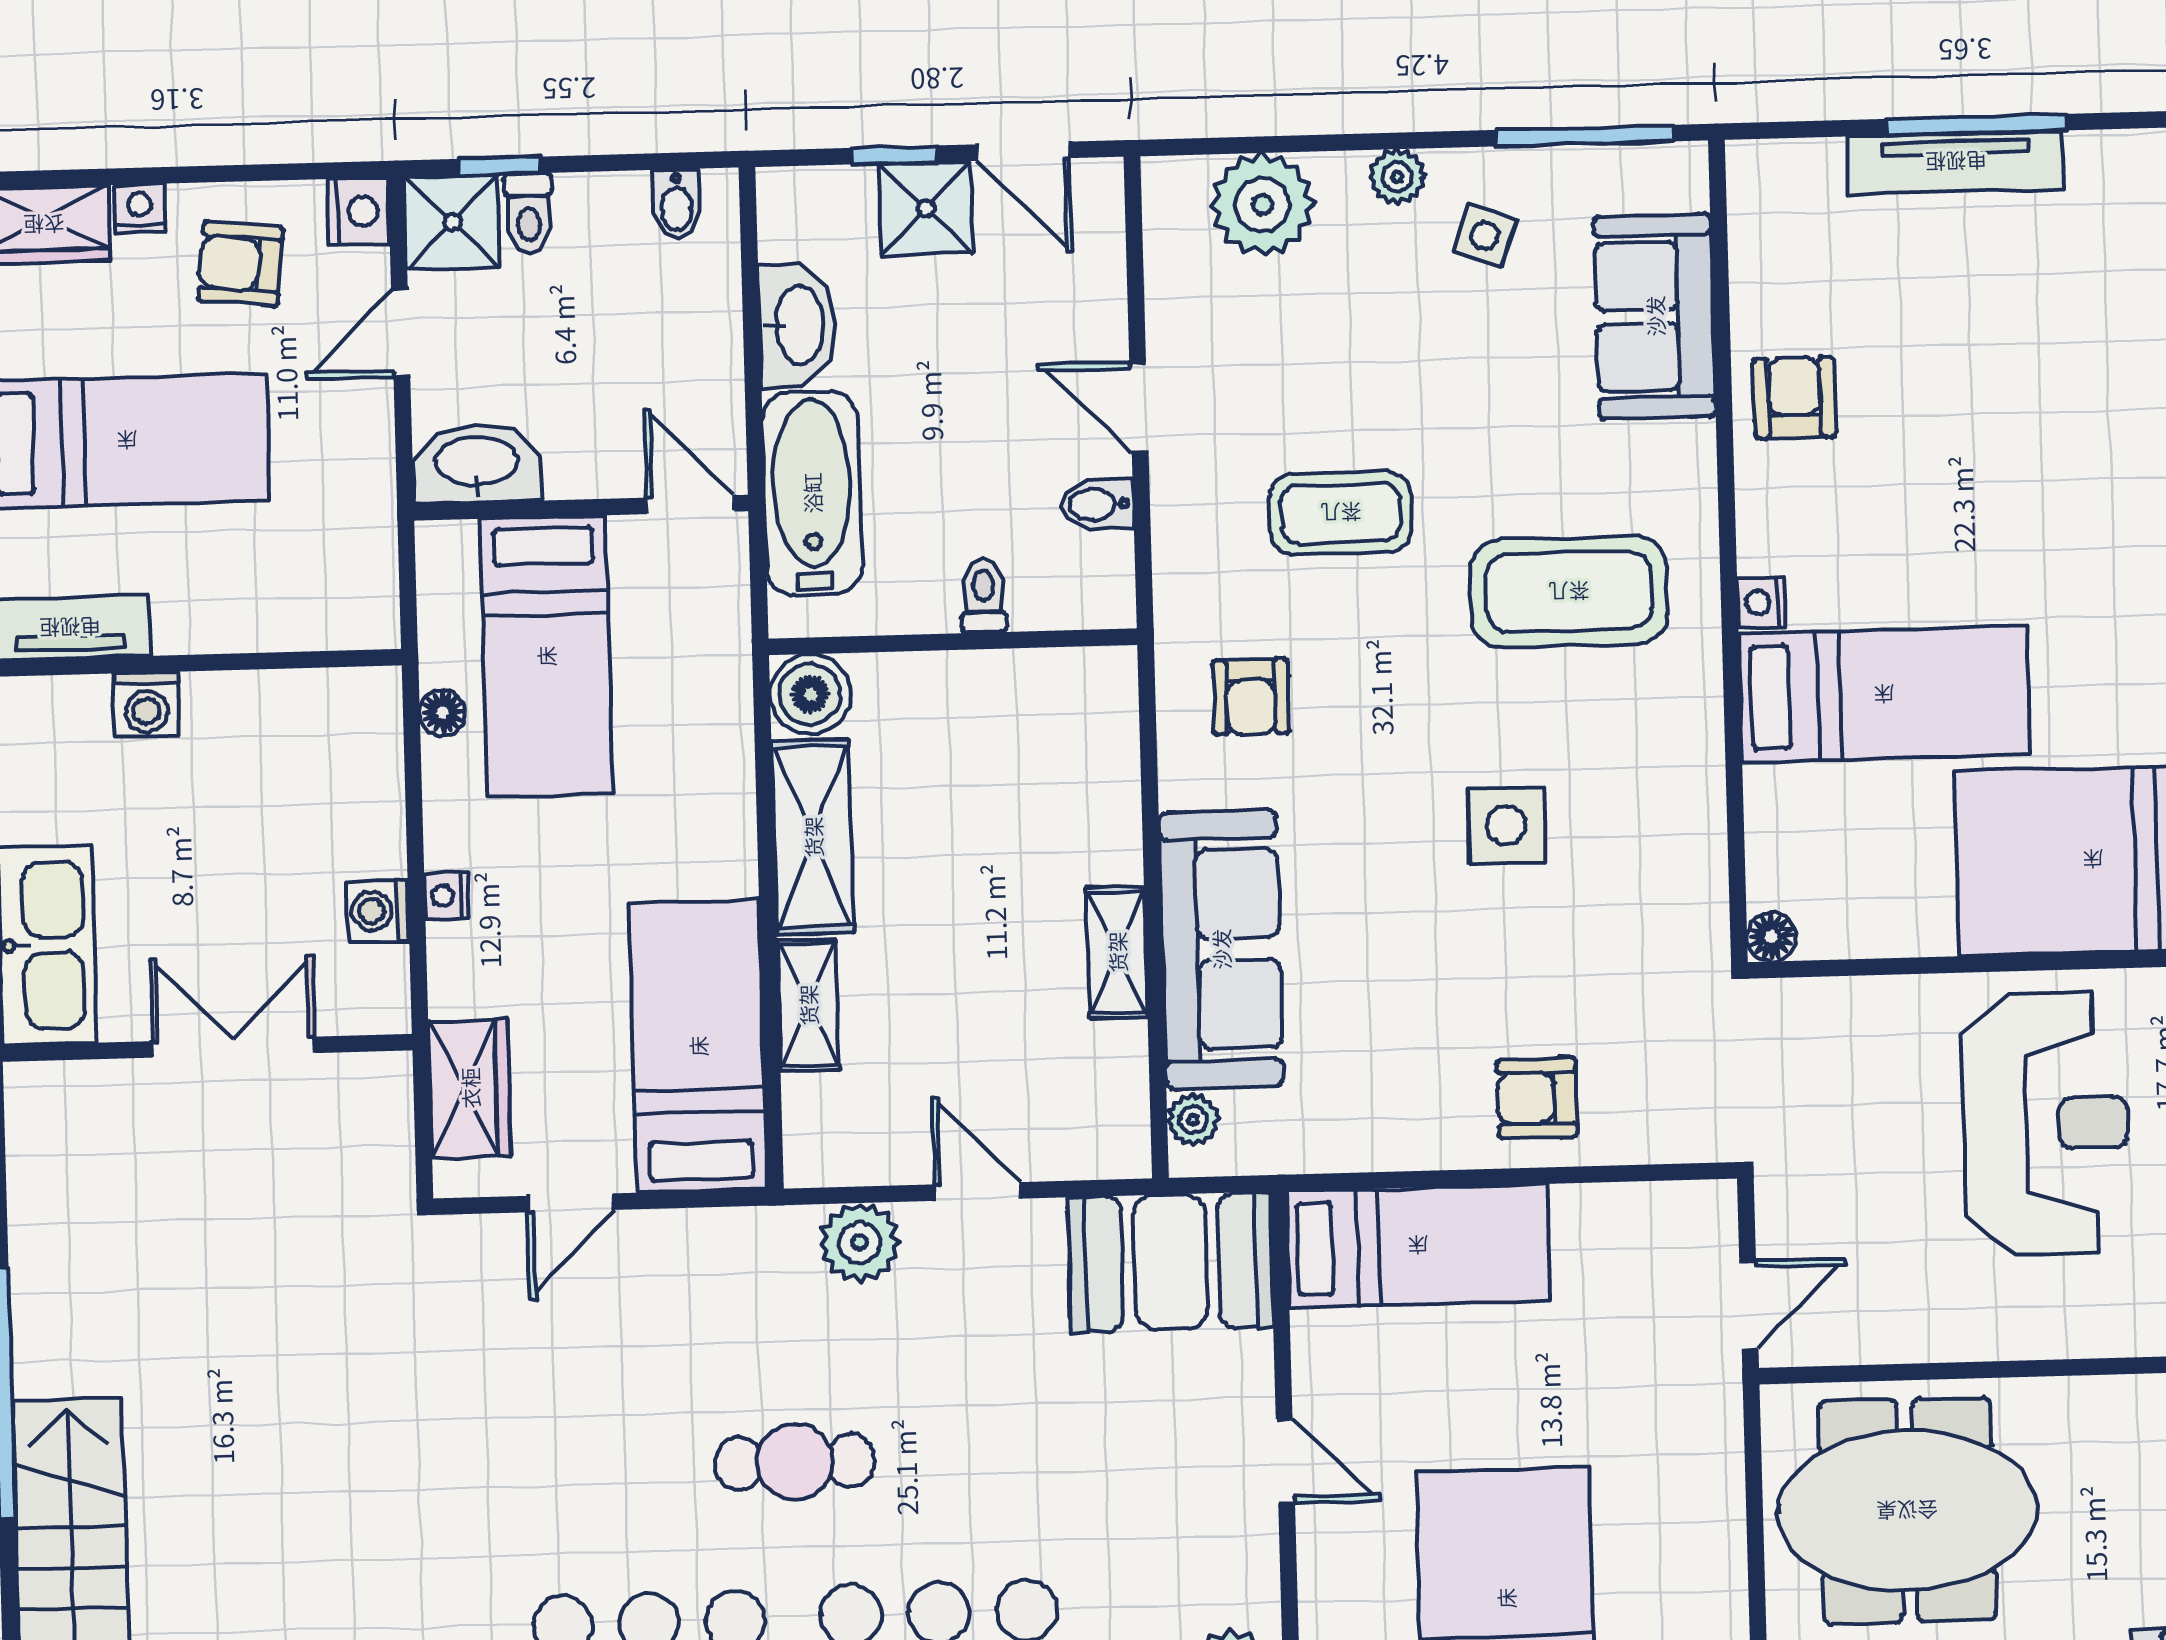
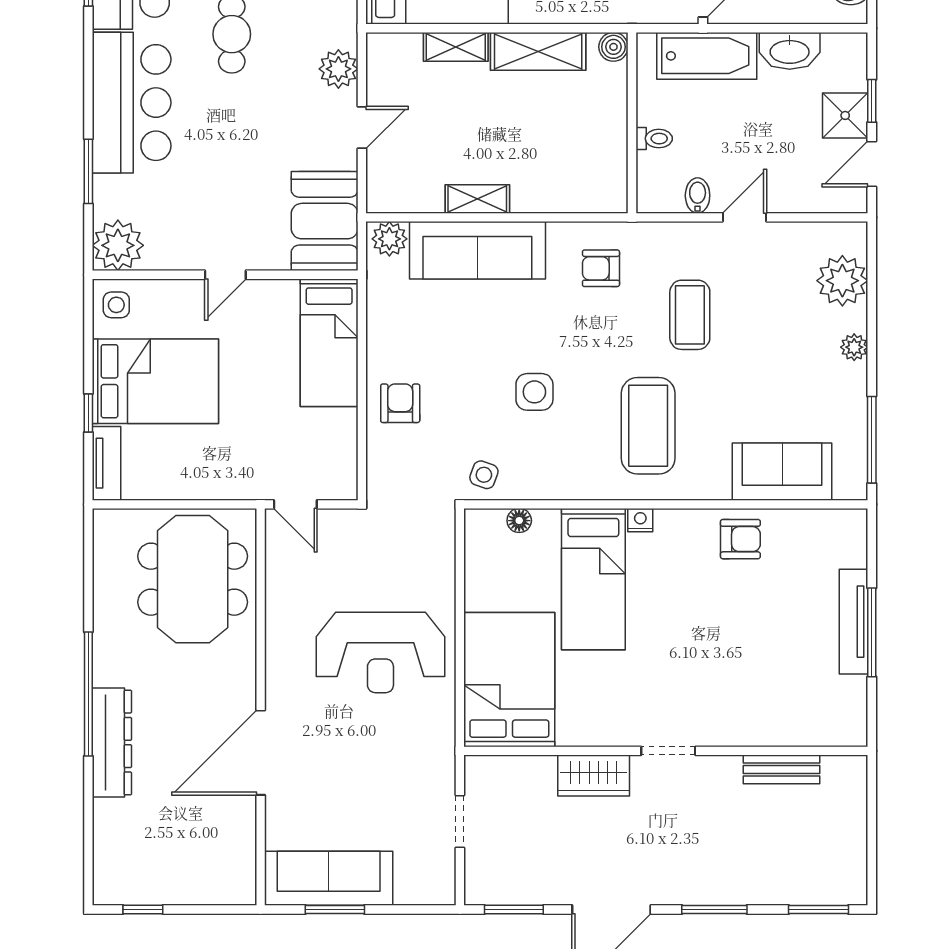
side table: (1484, 235) -> (484, 475), moved
boiler: (810, 694) -> (613, 47), width x0.73, depth x0.73
floor lamp: (1772, 937) -> (519, 521), moved
plant: (1193, 1120) -> (389, 239), width x1.38, depth x1.38

